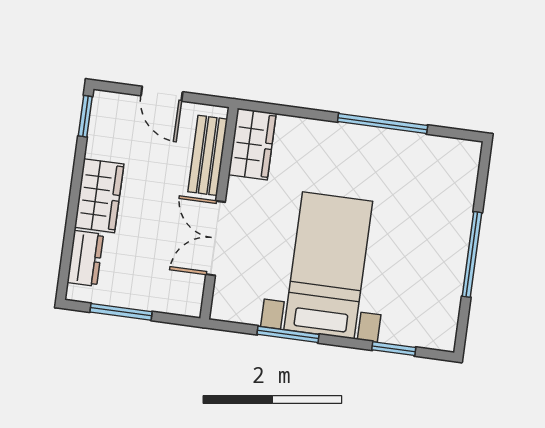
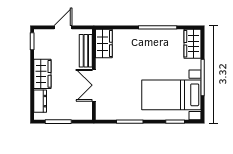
door: (162, 94) -> (63, 27), swing flipped
wardrobe: (459, 173) -> (192, 44), added
bed with nightstands: (328, 265) -> (171, 95), moved, turned -90

